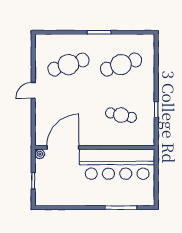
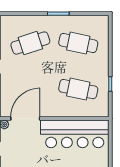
cafe table: (121, 65) -> (78, 43), turned 30
cafe table: (121, 115) -> (78, 89), width x1.37, depth x1.35

